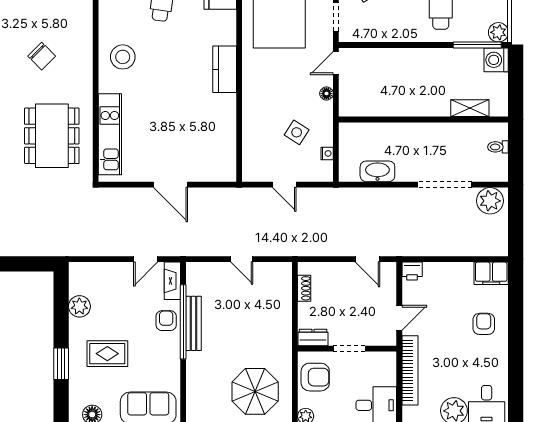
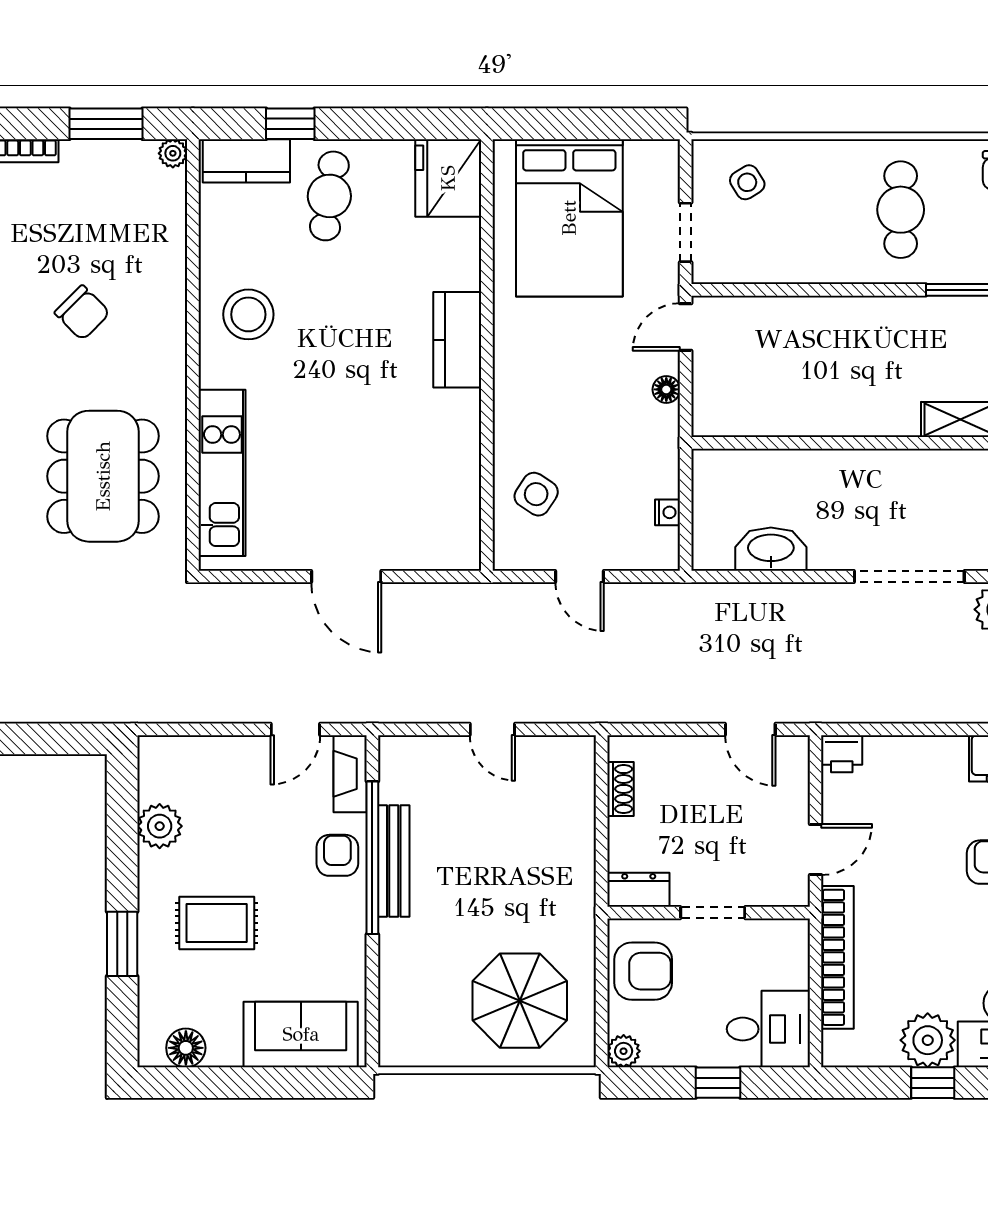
side table: (297, 132) -> (536, 494), moved

